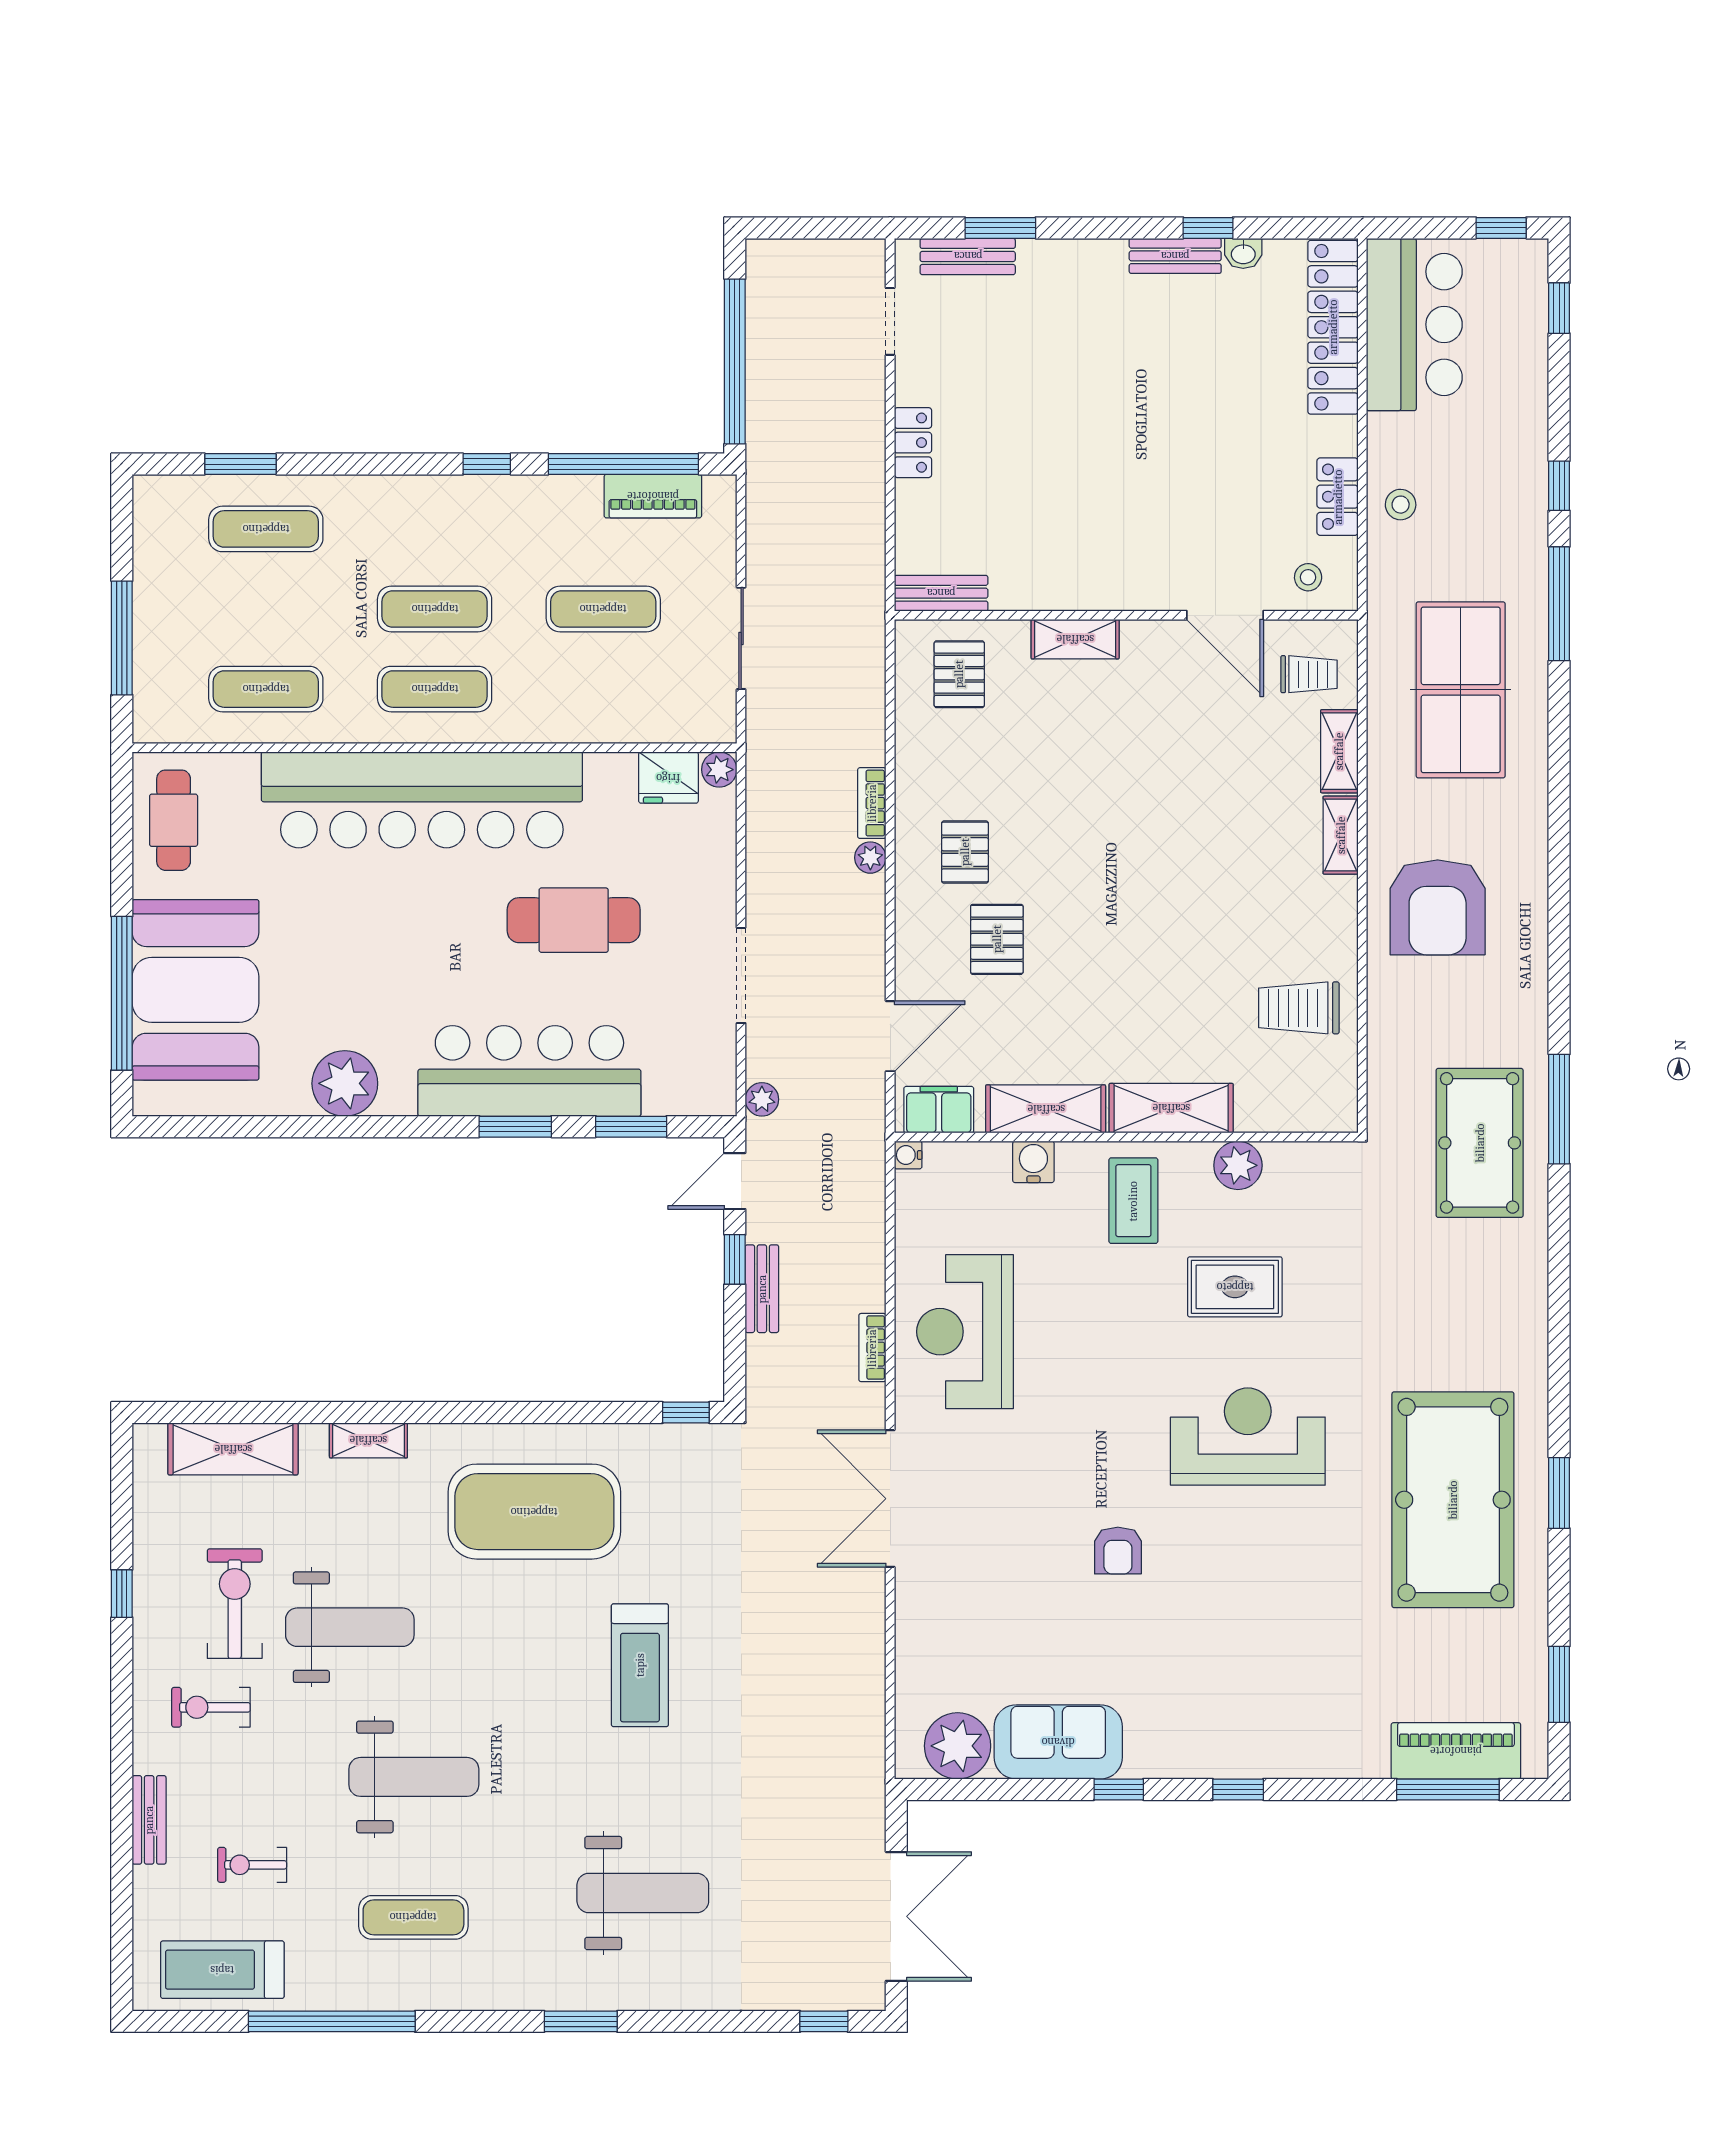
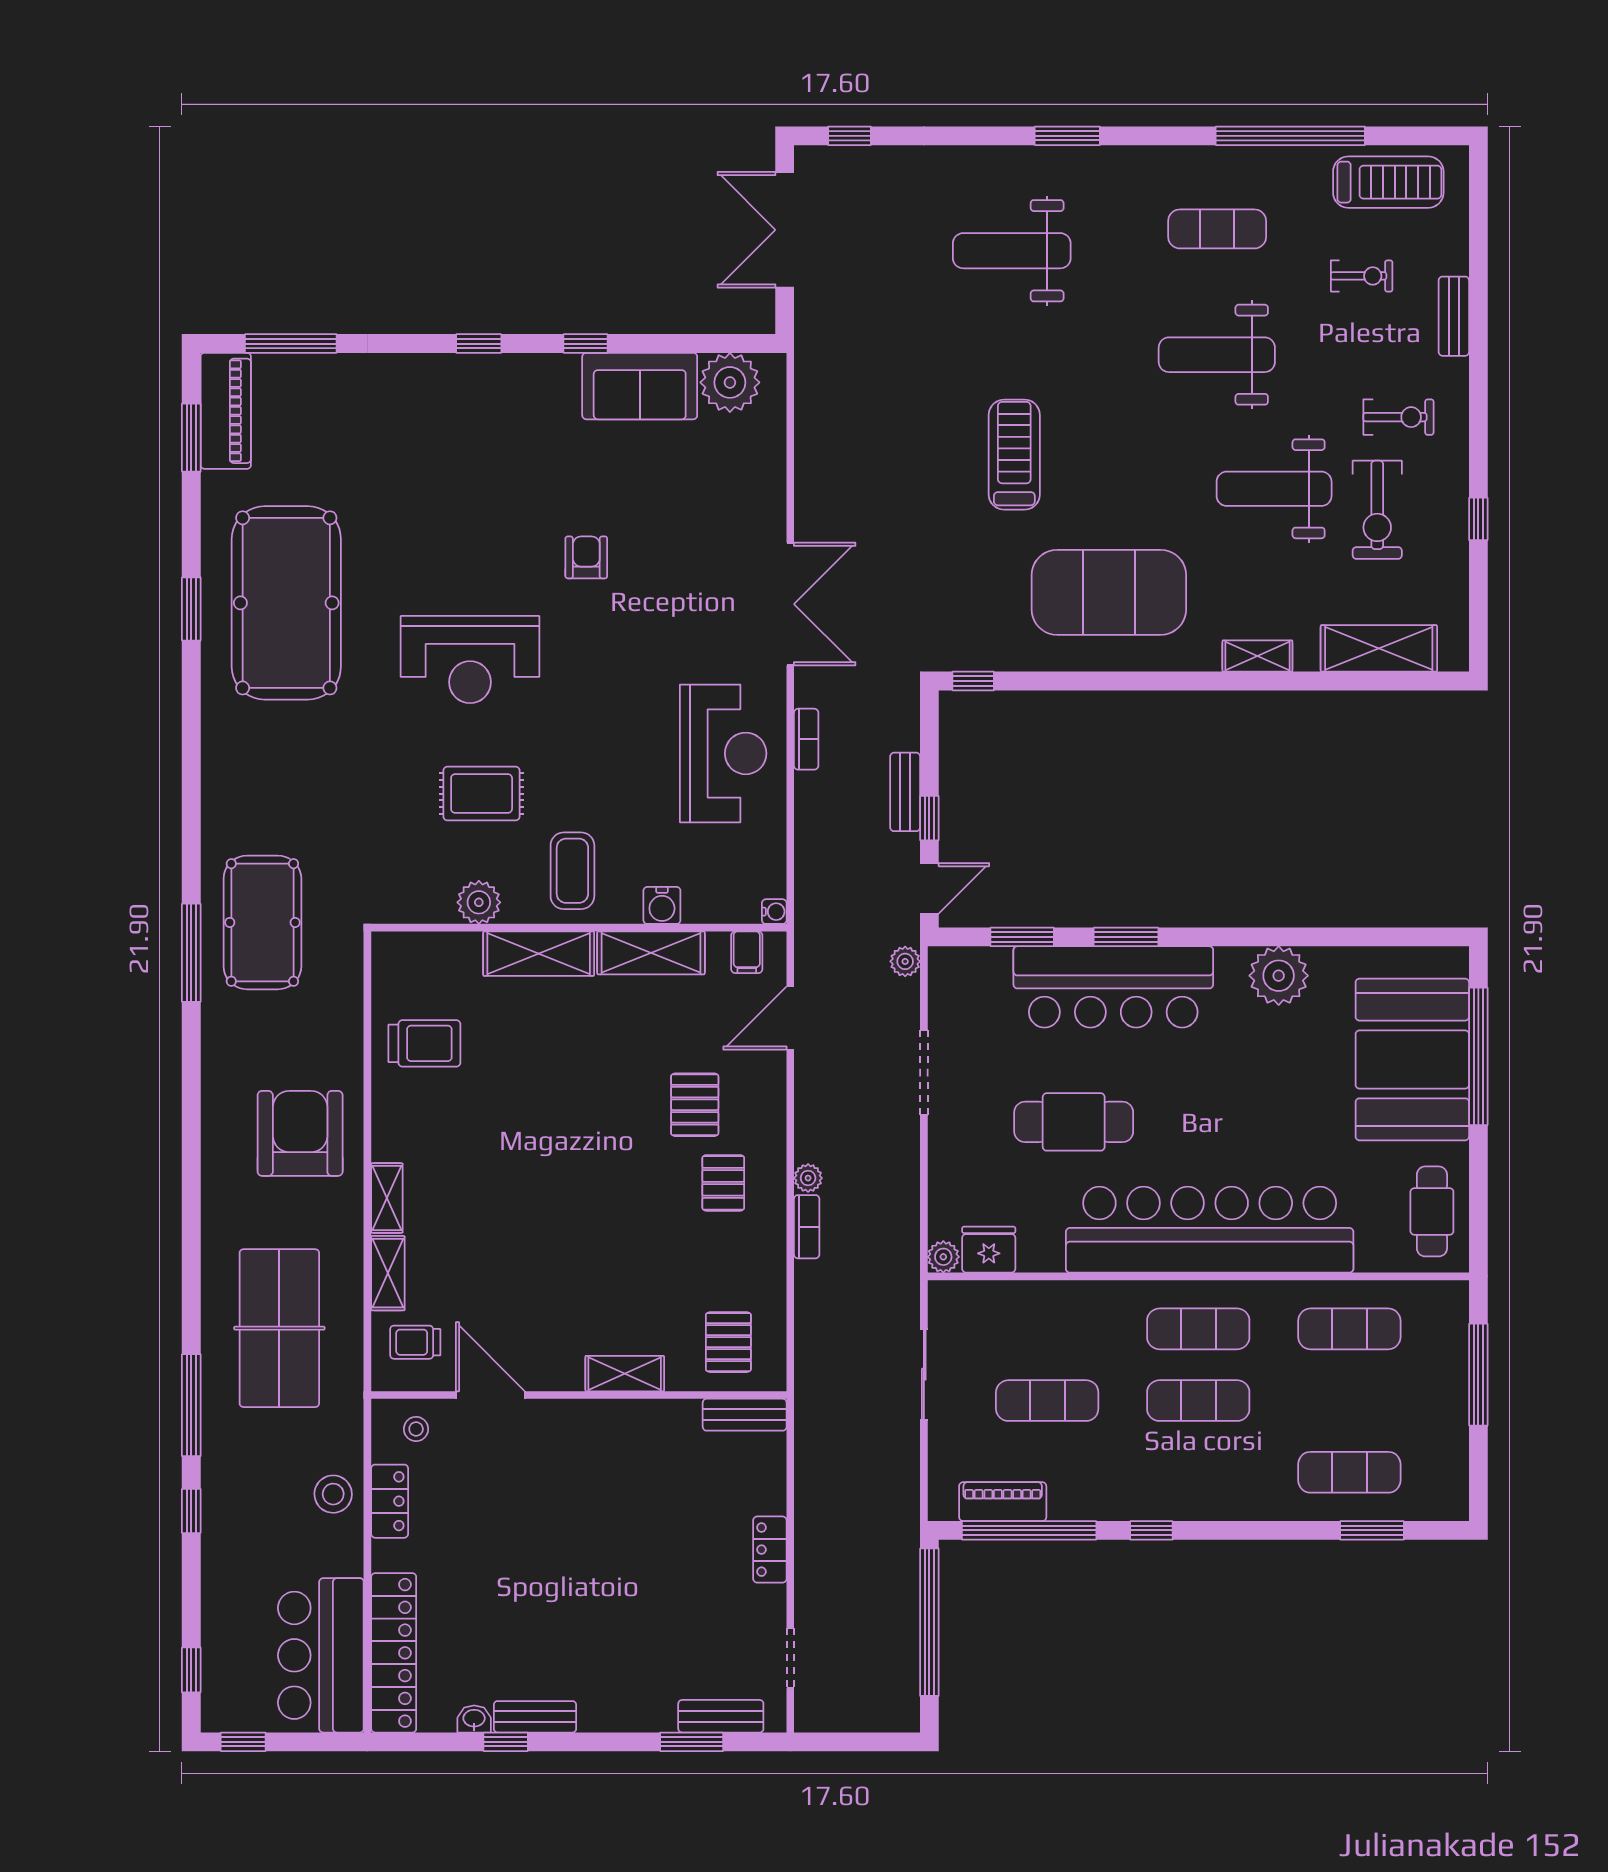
stool: (1401, 505) -> (333, 1494), width x1.37, depth x1.37
filing cabinet: (939, 1110) -> (747, 952), width x0.50
piano: (1456, 1751) -> (226, 411), moved, turned -90

